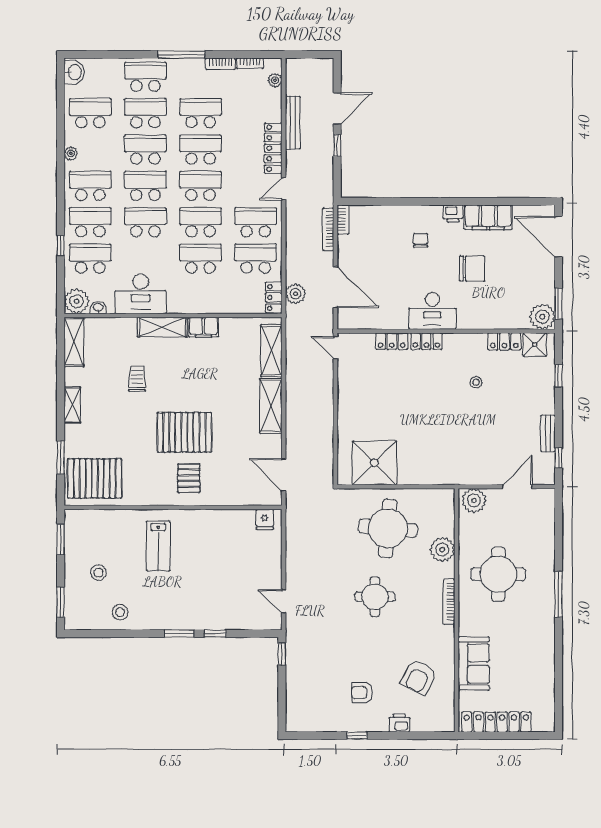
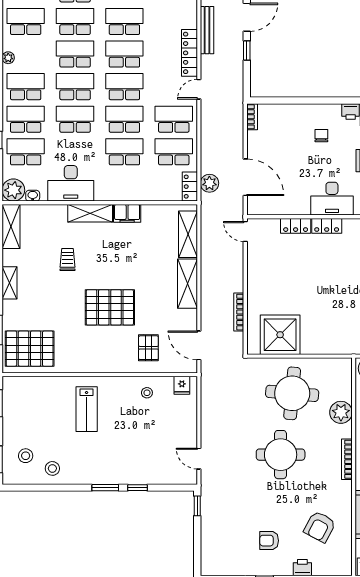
bookcase: (328, 229) -> (239, 312), moved
pallet: (189, 478) -> (148, 348), moved
stool: (226, 528) -> (147, 393), added
stool: (98, 573) -> (26, 456), moved
round table: (375, 597) -> (281, 455), width x1.36, depth x1.36

